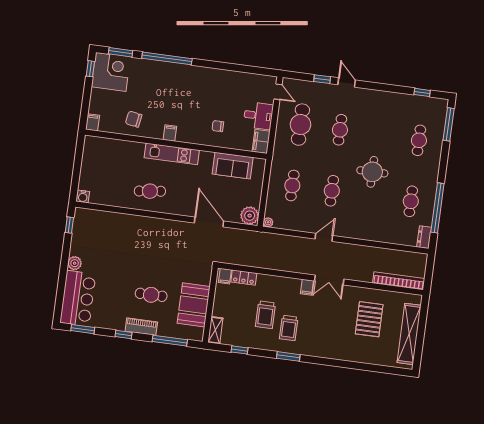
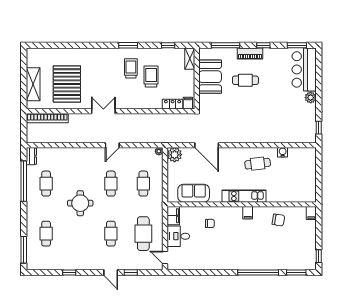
corner desk: (111, 72) -> (302, 256), removed
window: (422, 92) -> (69, 273), moved
water cooler: (83, 197) -> (283, 152), moved
filing cabinet: (307, 287) -> (121, 103), removed
pallet: (369, 319) -> (67, 84), width x1.37, depth x1.41
shelving: (409, 334) -> (33, 84), width x0.68

